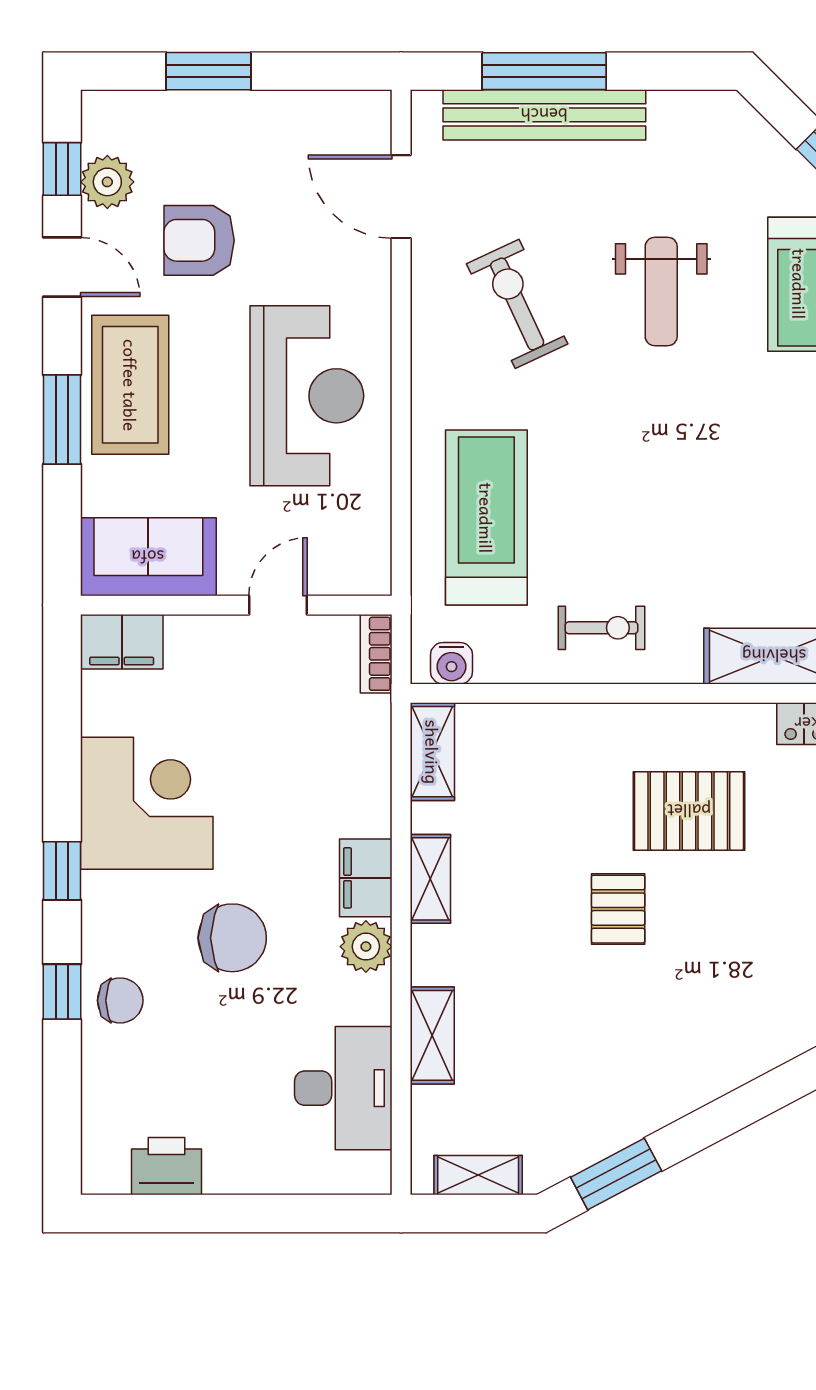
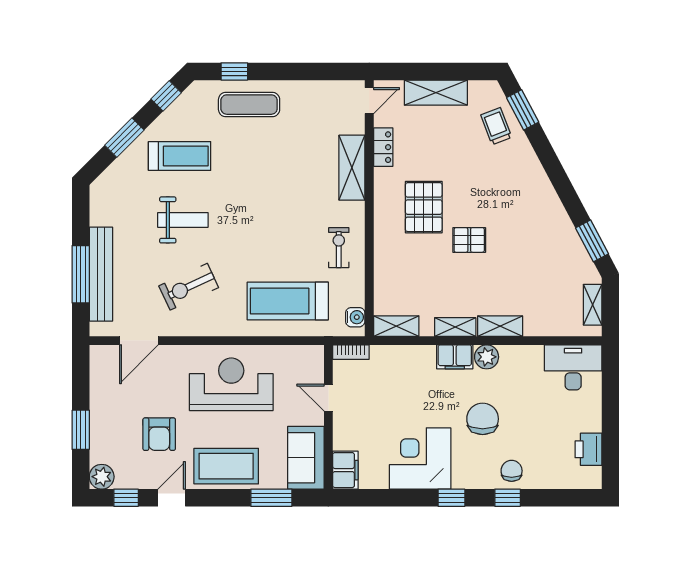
plant: (107, 182) -> (102, 477), moved
window: (62, 420) -> (271, 498), moved
shelving: (432, 1035) -> (500, 326), moved
desk: (343, 1088) -> (573, 367), moved

